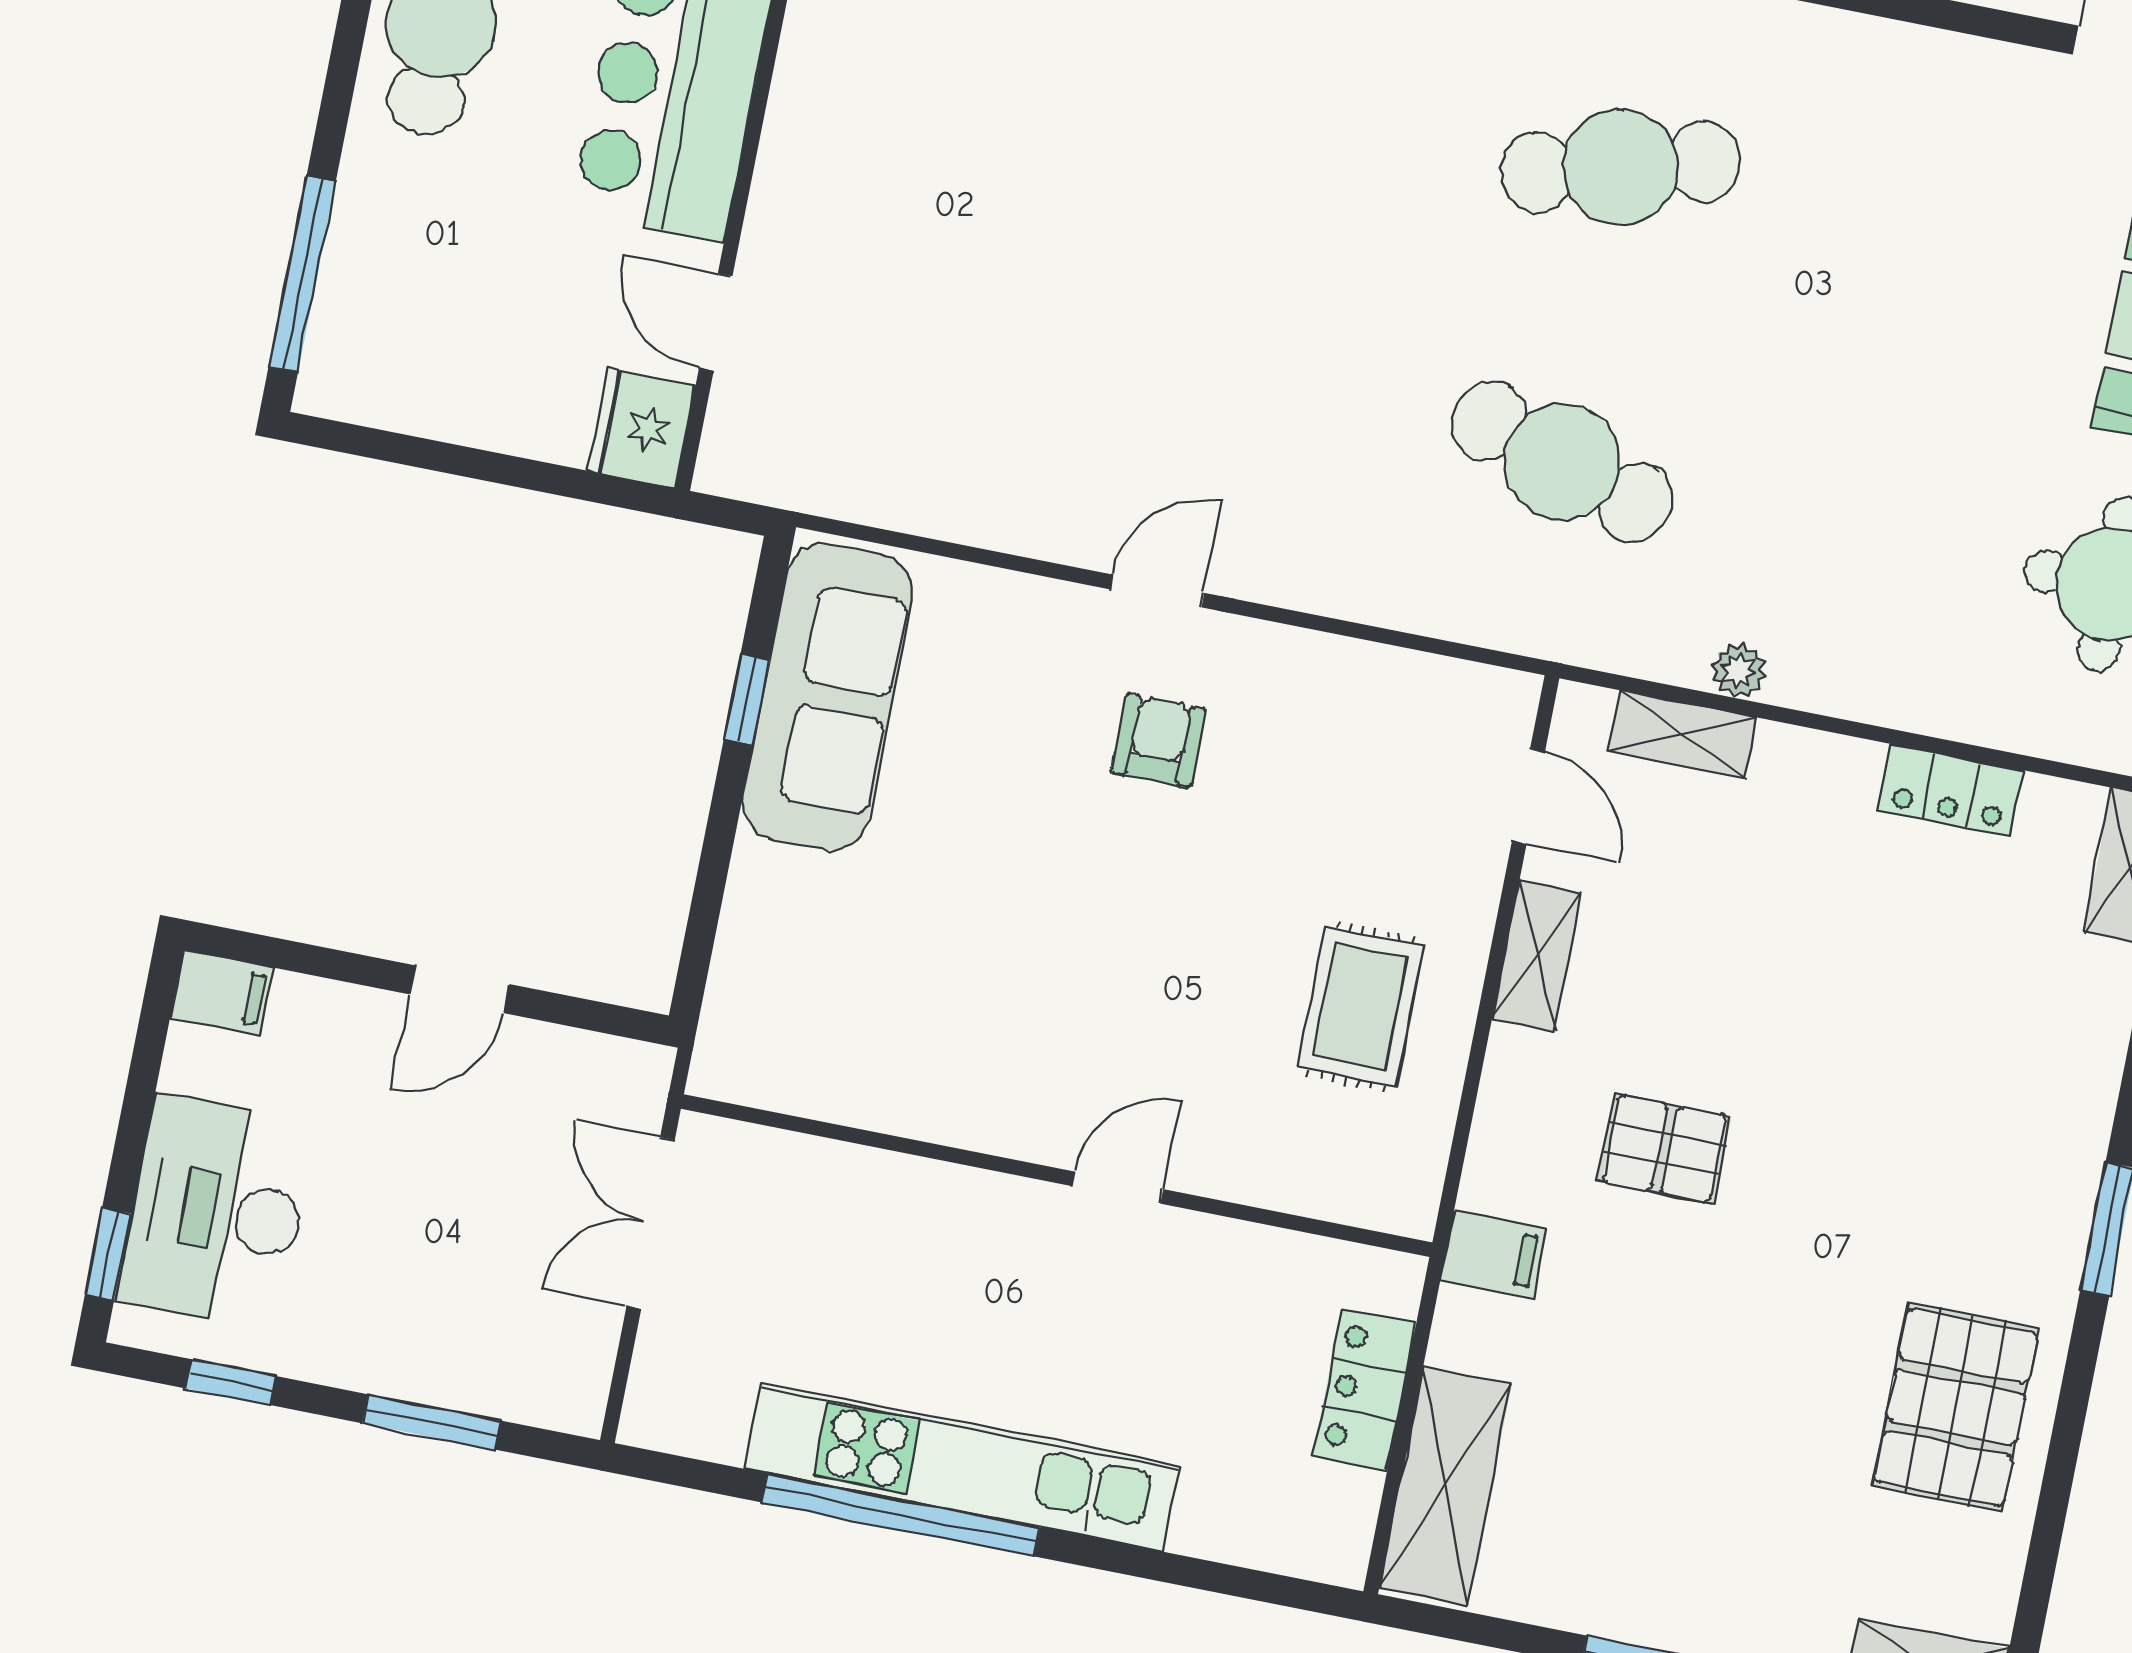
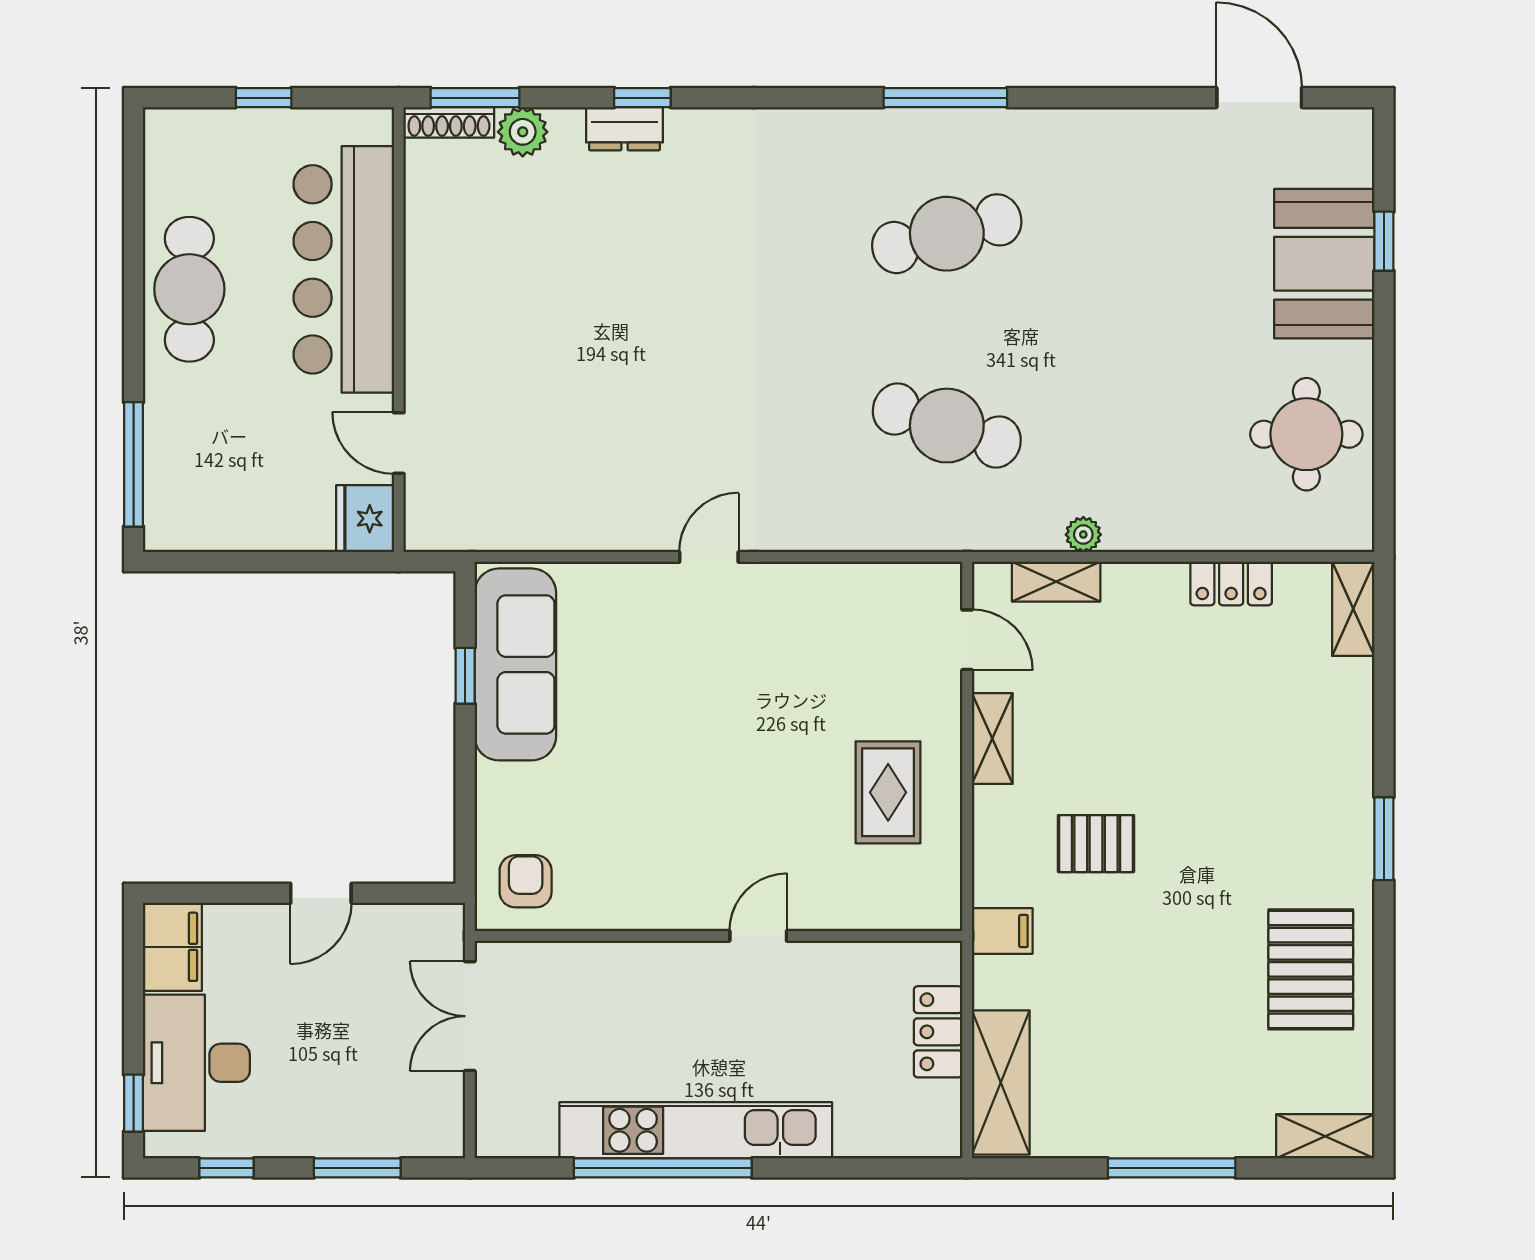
armchair: (1159, 741) -> (526, 881), moved
filing cabinet: (222, 993) -> (172, 947), width x2.00

